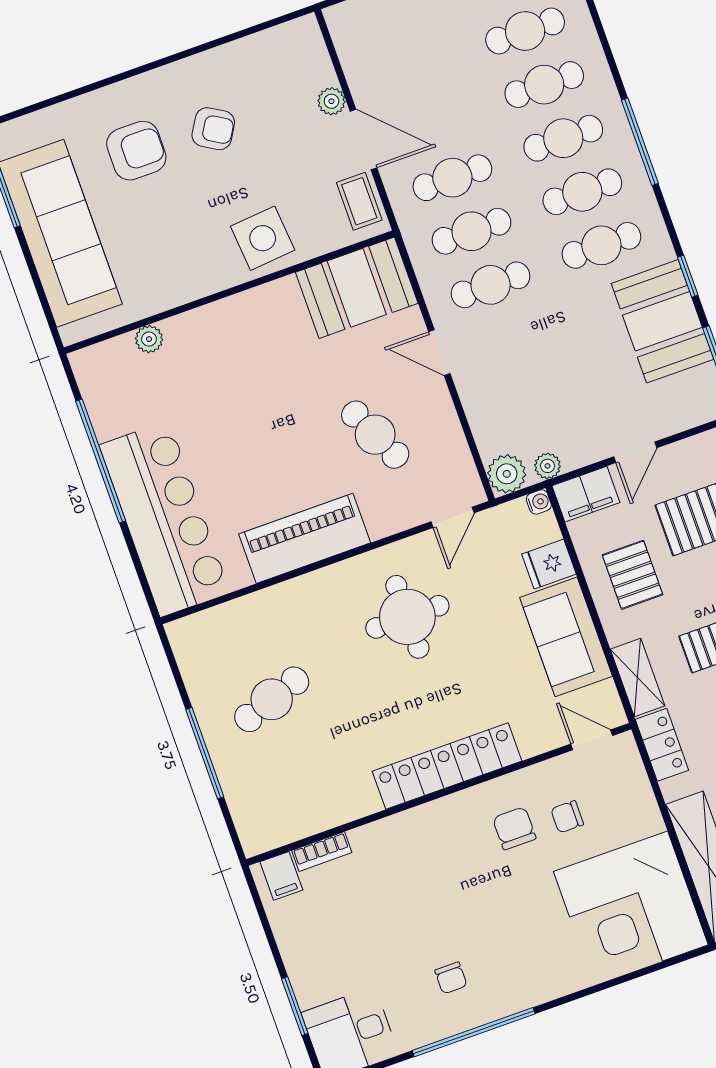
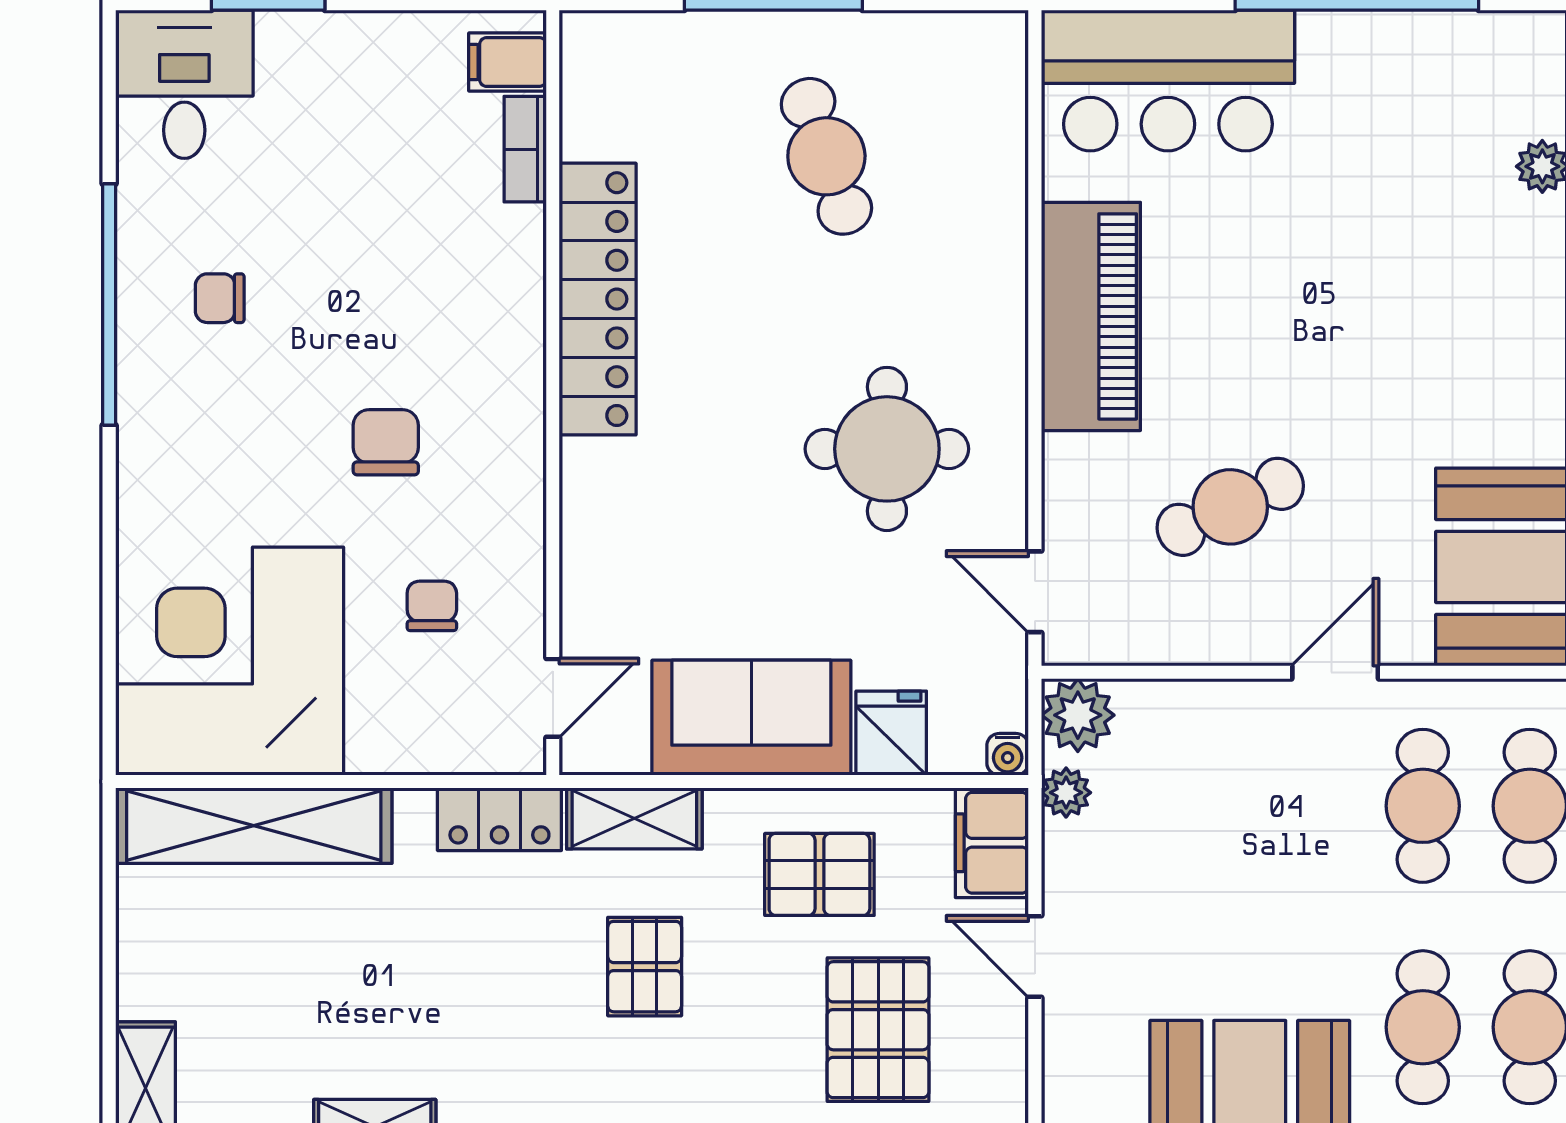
bar counter: (165, 519) -> (1168, 80), width x0.73
locker: (447, 766) -> (598, 299), moved
chair: (514, 828) -> (386, 442), moved, turned -90

